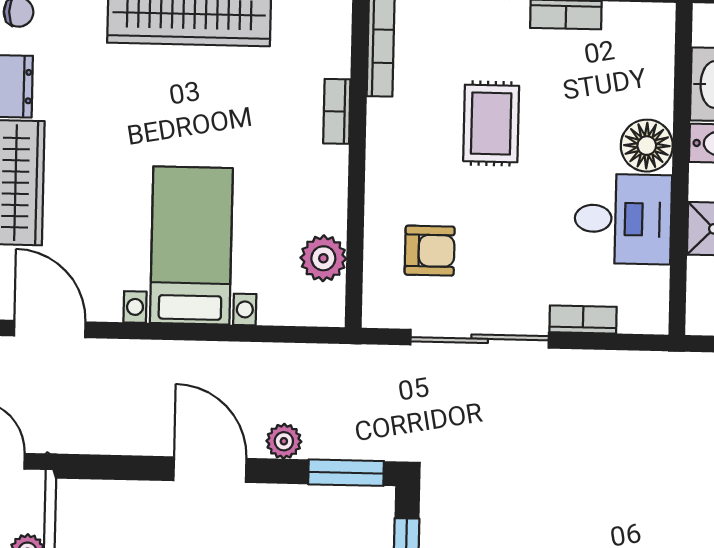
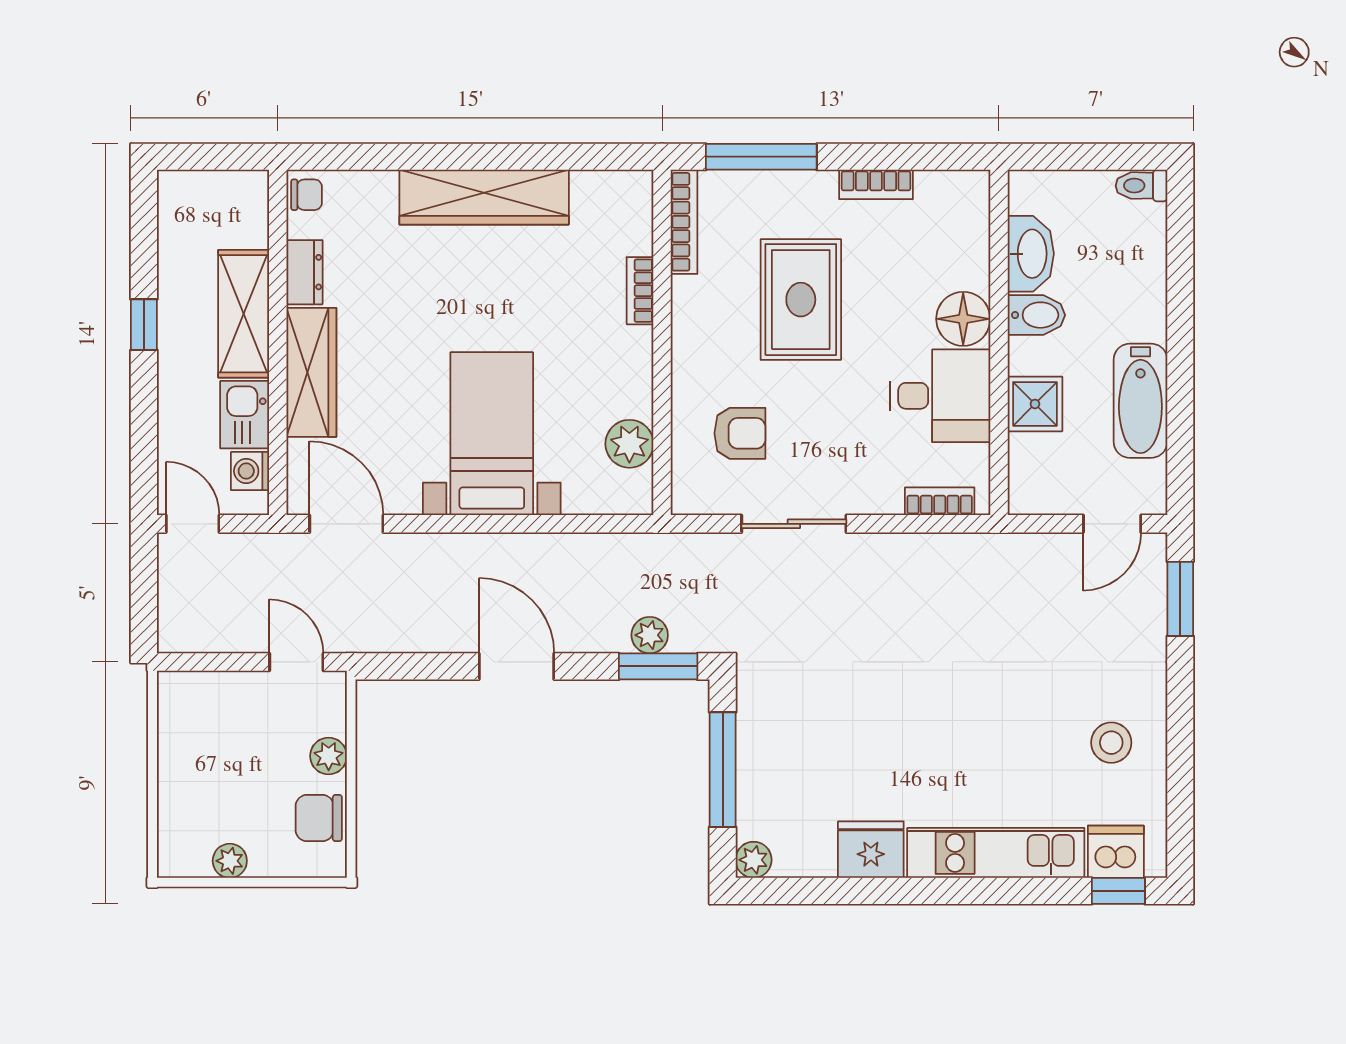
rug: (491, 123) -> (801, 300), width x1.36, depth x1.43
bookcase: (583, 319) -> (940, 501), moved
sliding door: (480, 339) -> (794, 524), width x0.73
plant: (284, 441) -> (650, 635), moved

